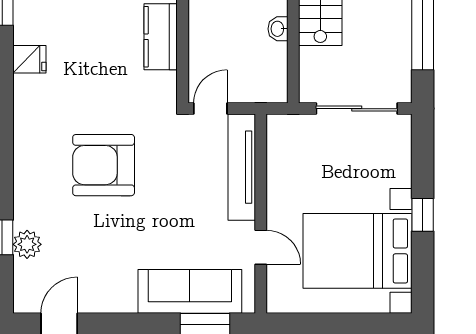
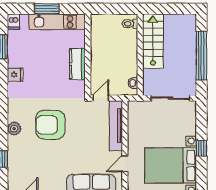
washbasin: (278, 29) -> (133, 83), moved
plant: (27, 244) -> (14, 129), moved
door: (261, 247) -> (125, 164), swing flipped

